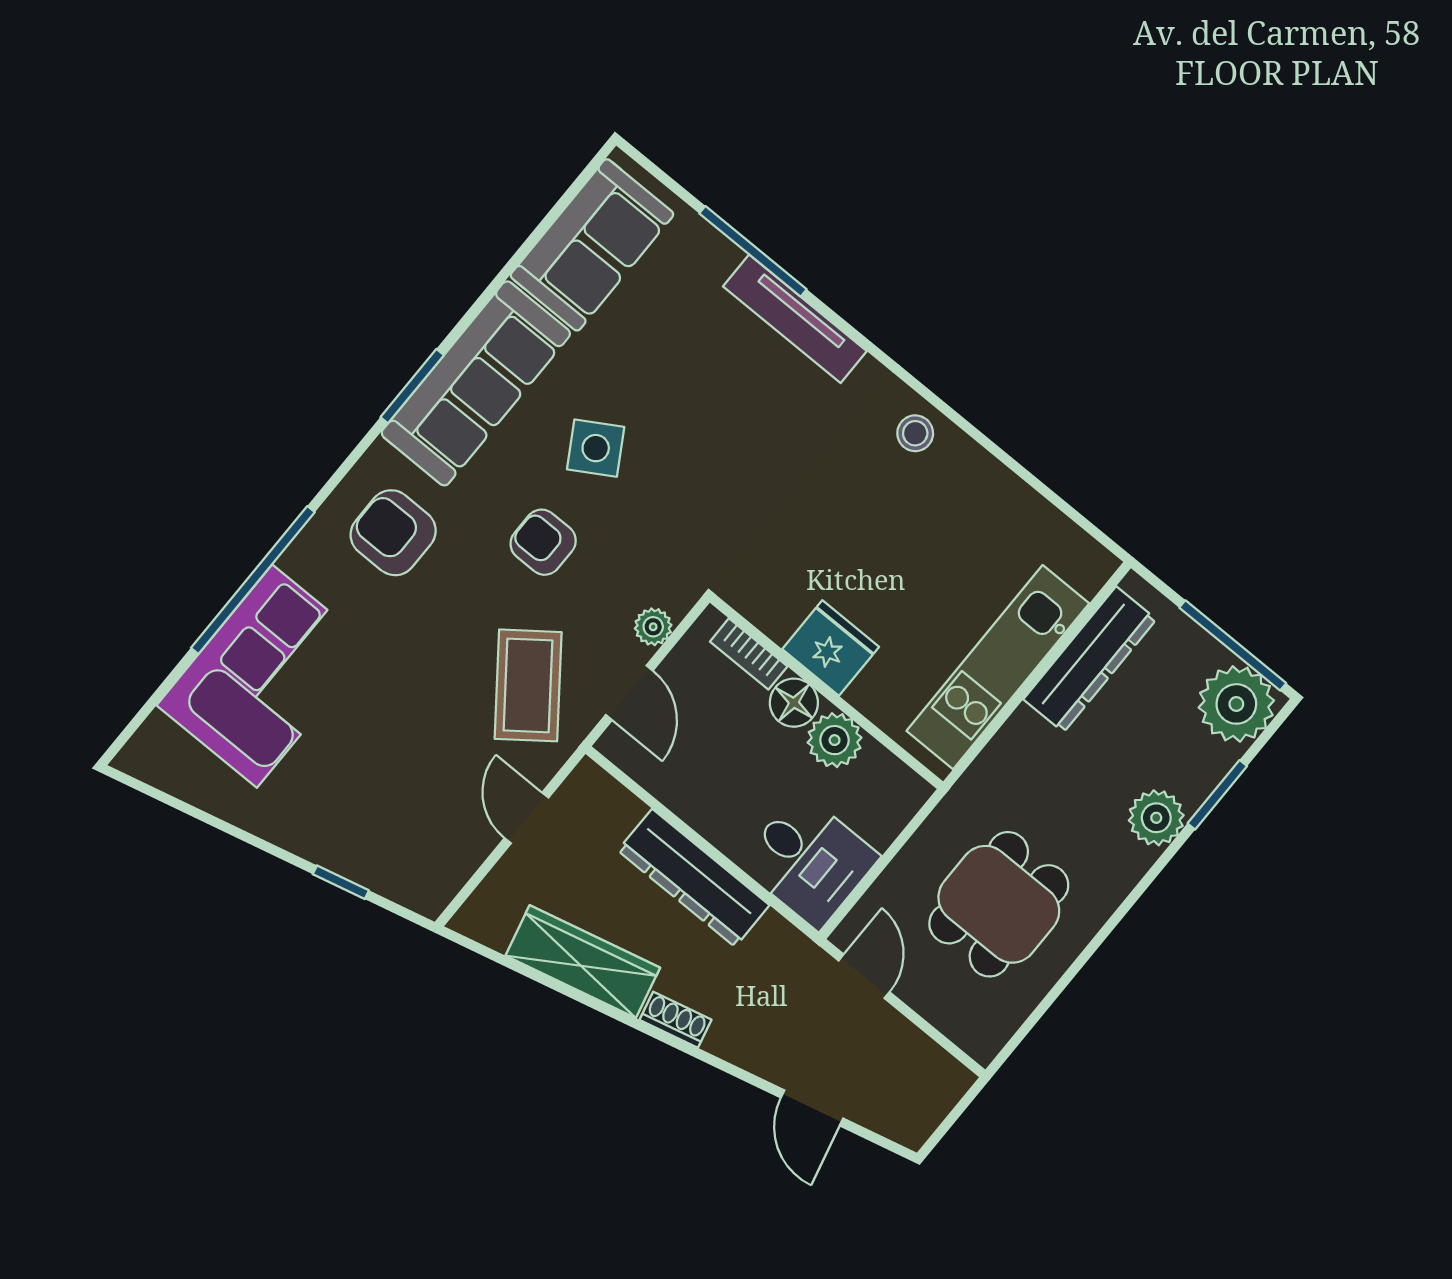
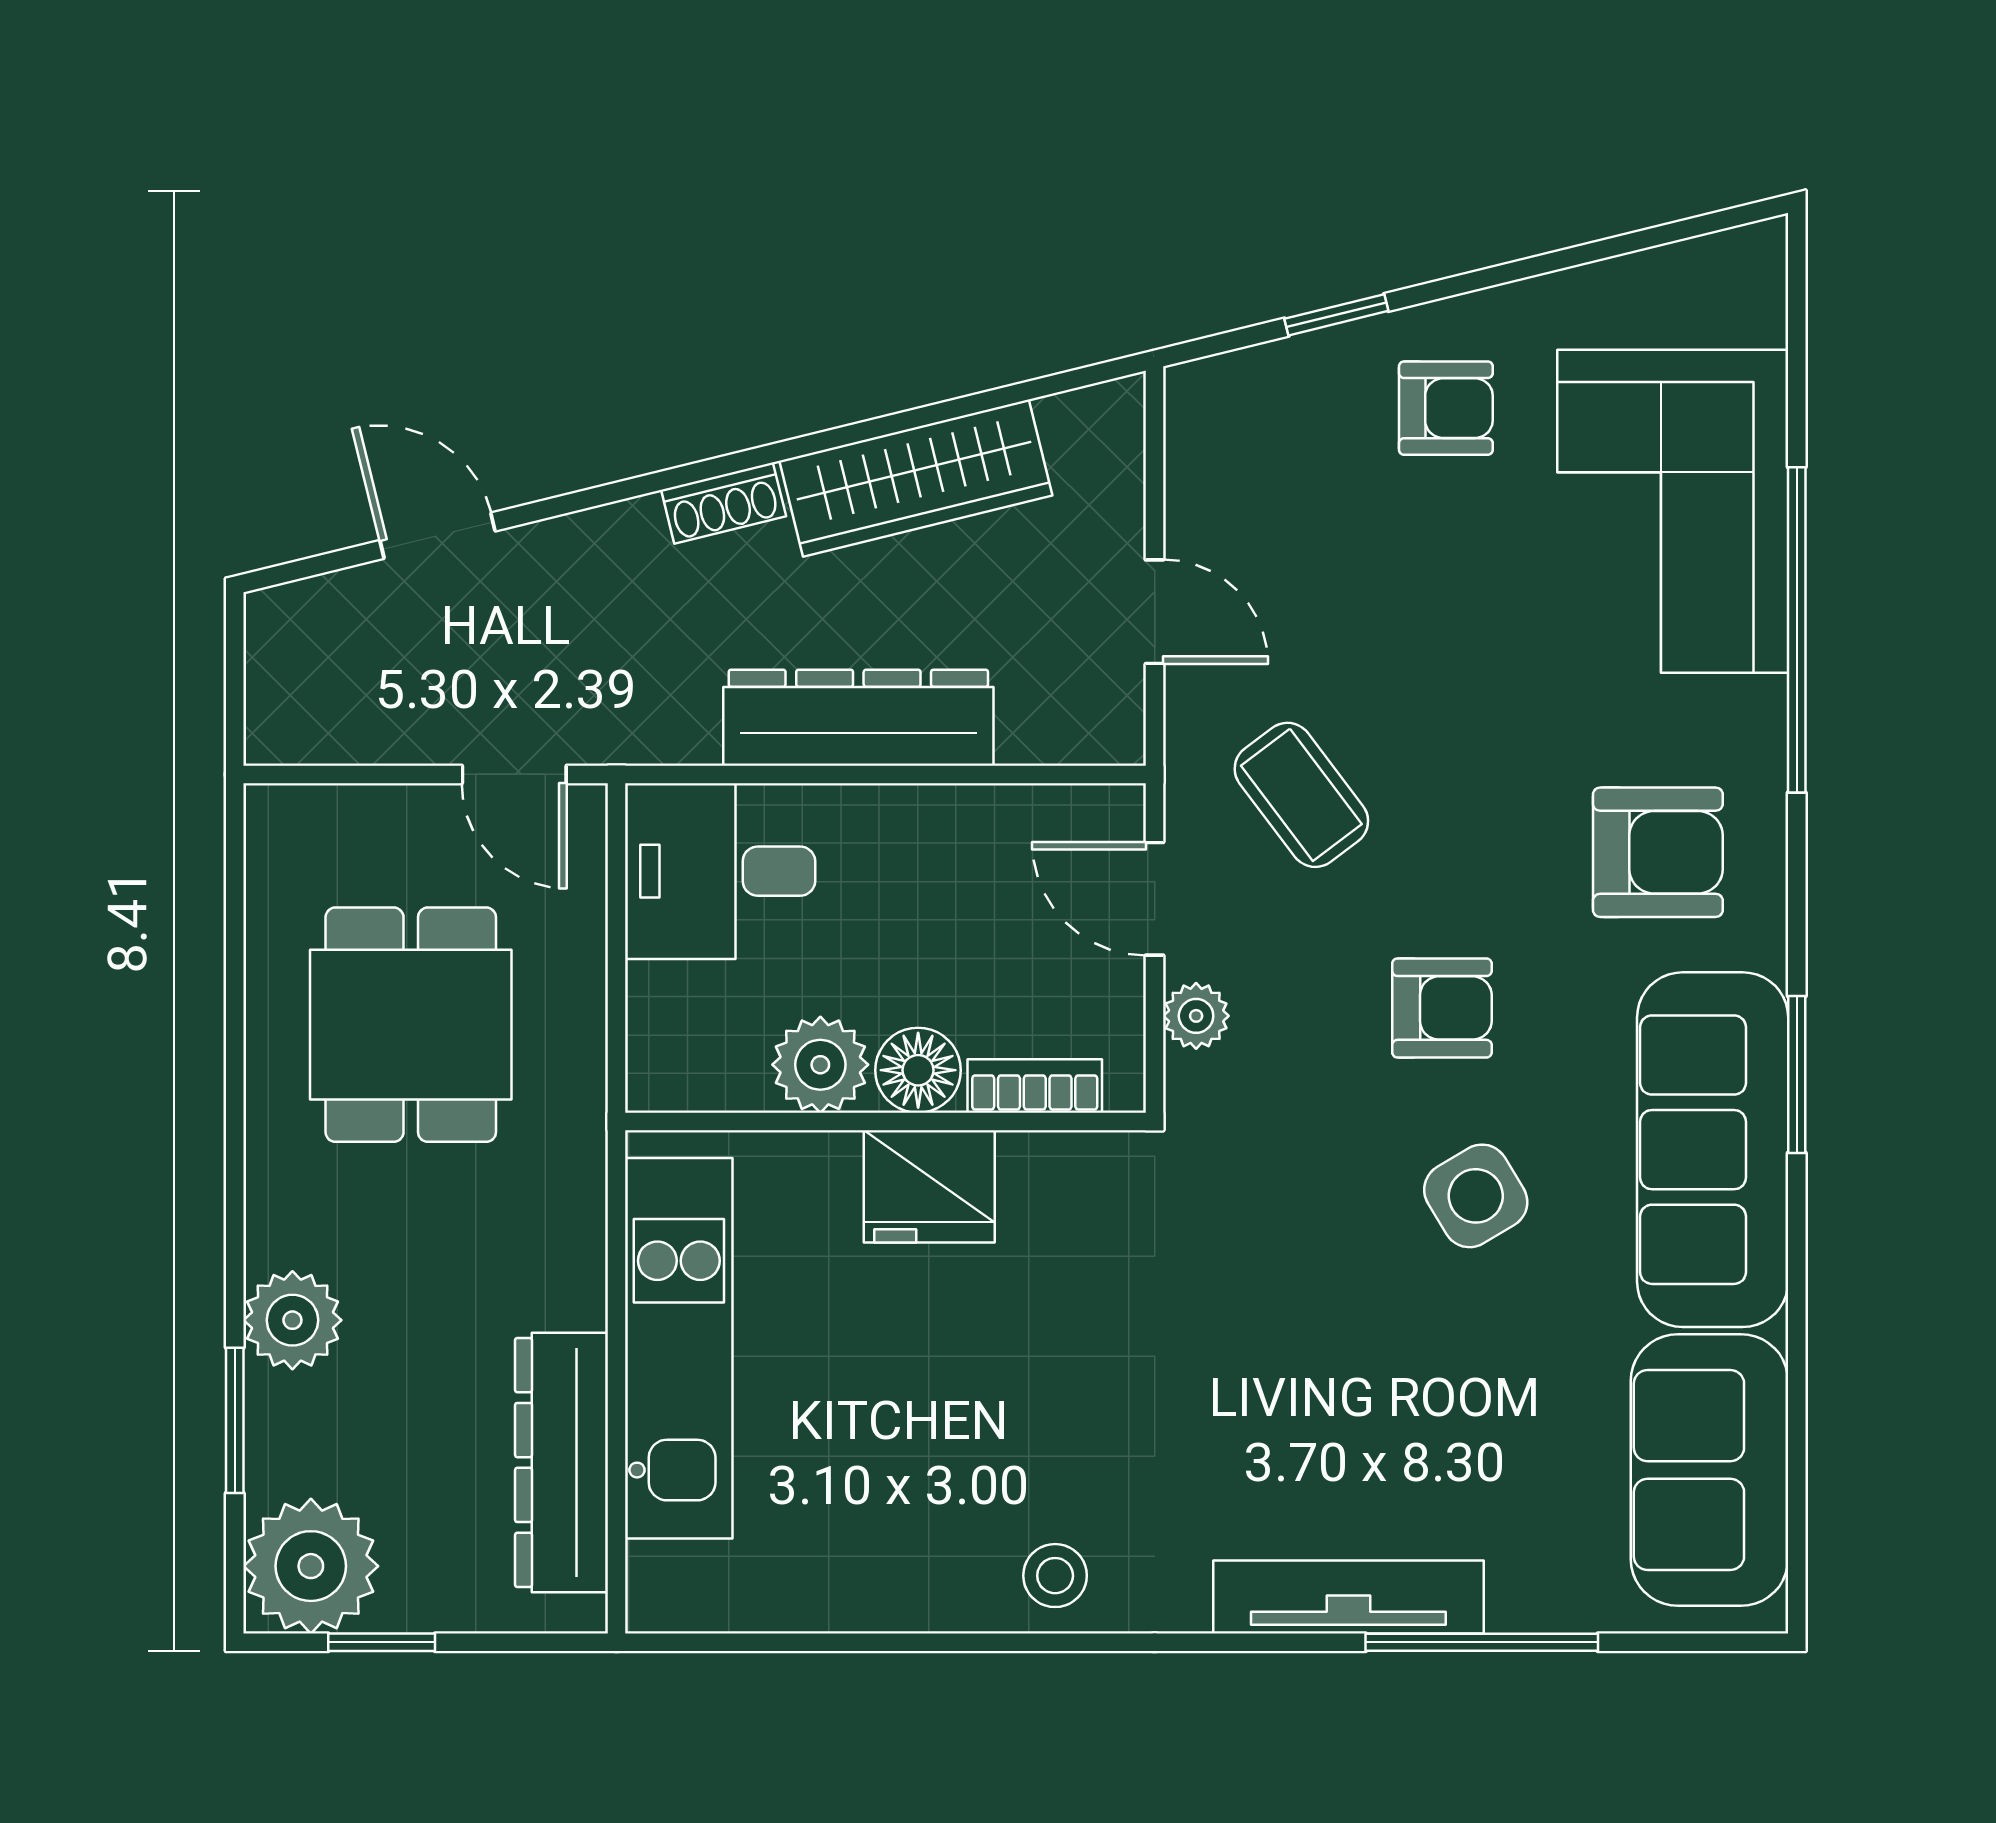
window: (1233, 645) -> (382, 1642), width x0.46
coffee table: (528, 685) -> (1301, 795), width x0.73, depth x0.77
armchair: (326, 802) -> (1446, 408), added

